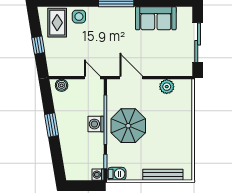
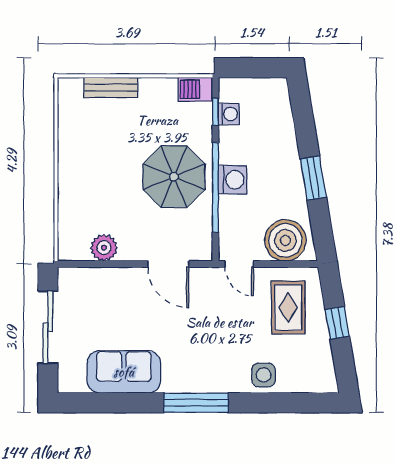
rug: (57, 23) -> (288, 307), moved
boiler: (62, 85) -> (285, 240), width x1.86, depth x1.86
washing machine: (98, 175) -> (229, 114), moved
bench: (163, 175) -> (111, 88), width x0.73

